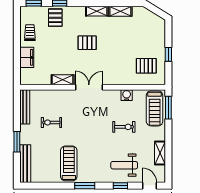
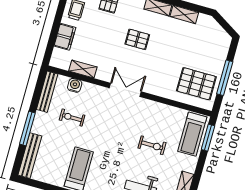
window: (168, 54) -> (225, 78), width x2.17
pallet: (146, 66) -> (196, 84), width x1.50, depth x1.42
shelving: (63, 80) -> (83, 69), moved
water cooler: (127, 95) -> (75, 85), moved
window: (17, 142) -> (27, 129), width x1.44

